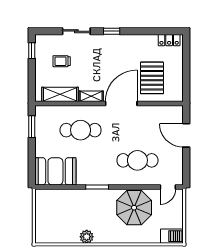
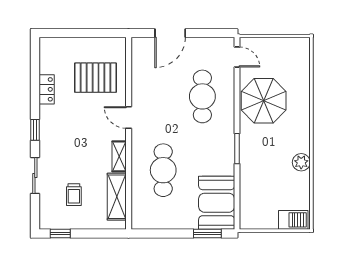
locker: (169, 40) -> (47, 89), moved
door: (121, 103) -> (129, 117), width x0.53
window: (32, 127) -> (207, 233), moved
barbecue: (172, 236) -> (293, 220), moved, turned 90

